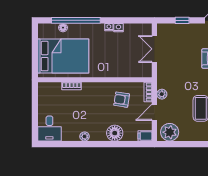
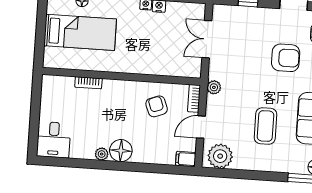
bed: (63, 56) -> (80, 32), width x0.67
plant: (162, 94) -> (214, 87), moved
armchair: (122, 100) -> (157, 106), turned 60
floor lamp: (115, 133) -> (121, 151), moved

